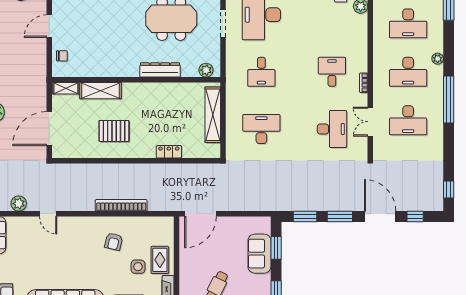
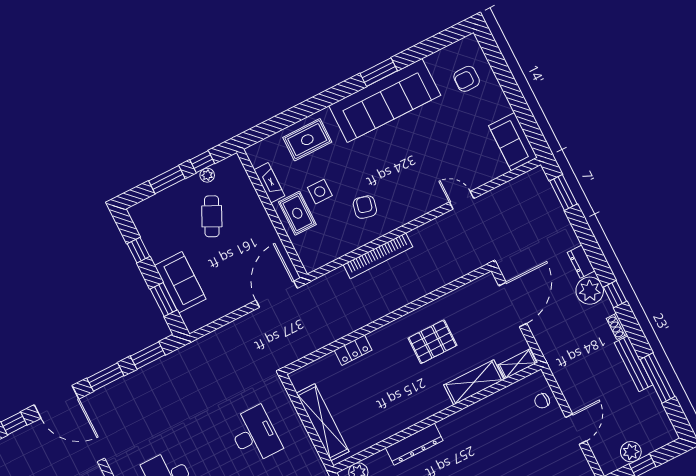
desk: (261, 129) -> (255, 435), turned -90
plant: (19, 204) -> (504, 195), removed

